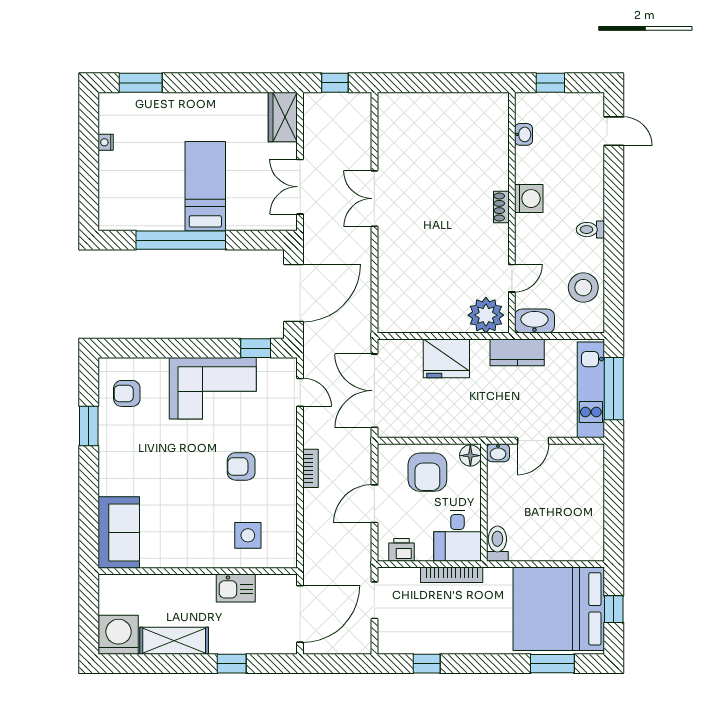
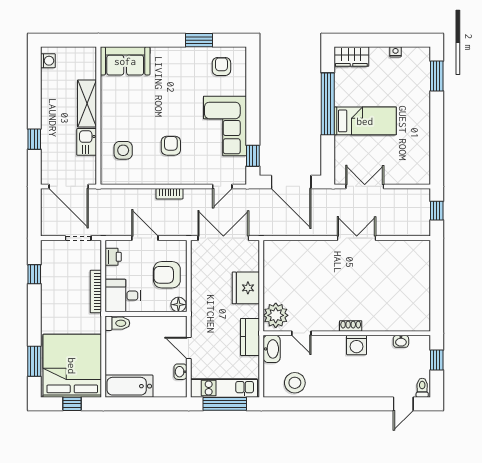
wardrobe: (283, 117) -> (351, 56), moved, turned 180
toilet: (590, 230) -> (422, 388), moved
washbasin: (498, 453) -> (180, 372), moved
bathtub: (588, 527) -> (129, 386), added
washing machine: (118, 635) -> (48, 61), width x0.53, depth x0.53
shelving: (174, 641) -> (87, 103), moved

